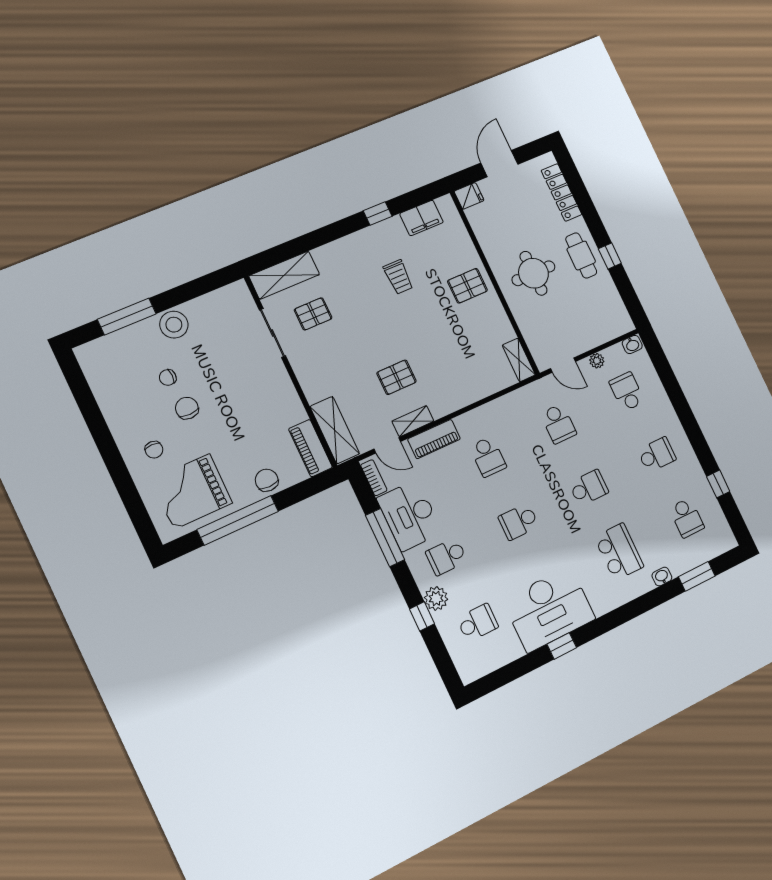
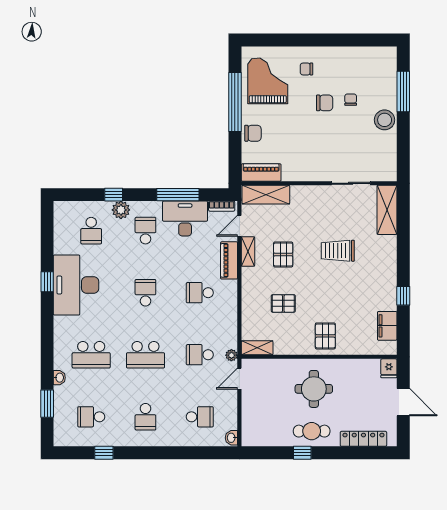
trolley: (398, 277) -> (338, 251), moved, width x1.36, depth x1.39
pallet: (313, 314) -> (283, 303), moved, turned 90
plant: (597, 361) -> (231, 355), moved
school desk: (589, 488) -> (145, 355), width x1.85

